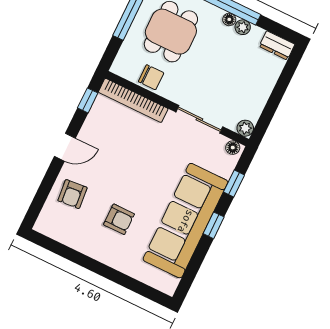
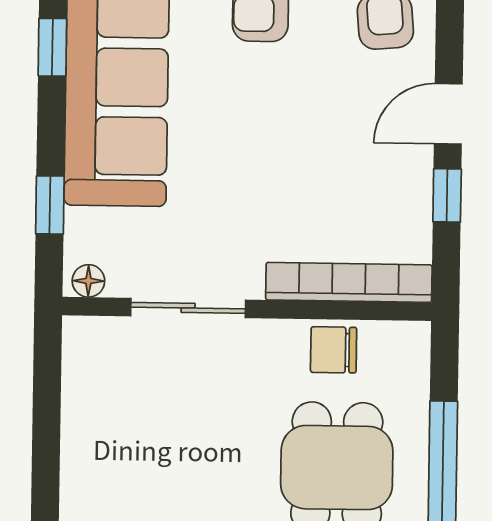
window: (88, 100) -> (447, 195), moved
plant: (245, 128) -> (81, 335), removed
window: (214, 225) -> (52, 47), moved

